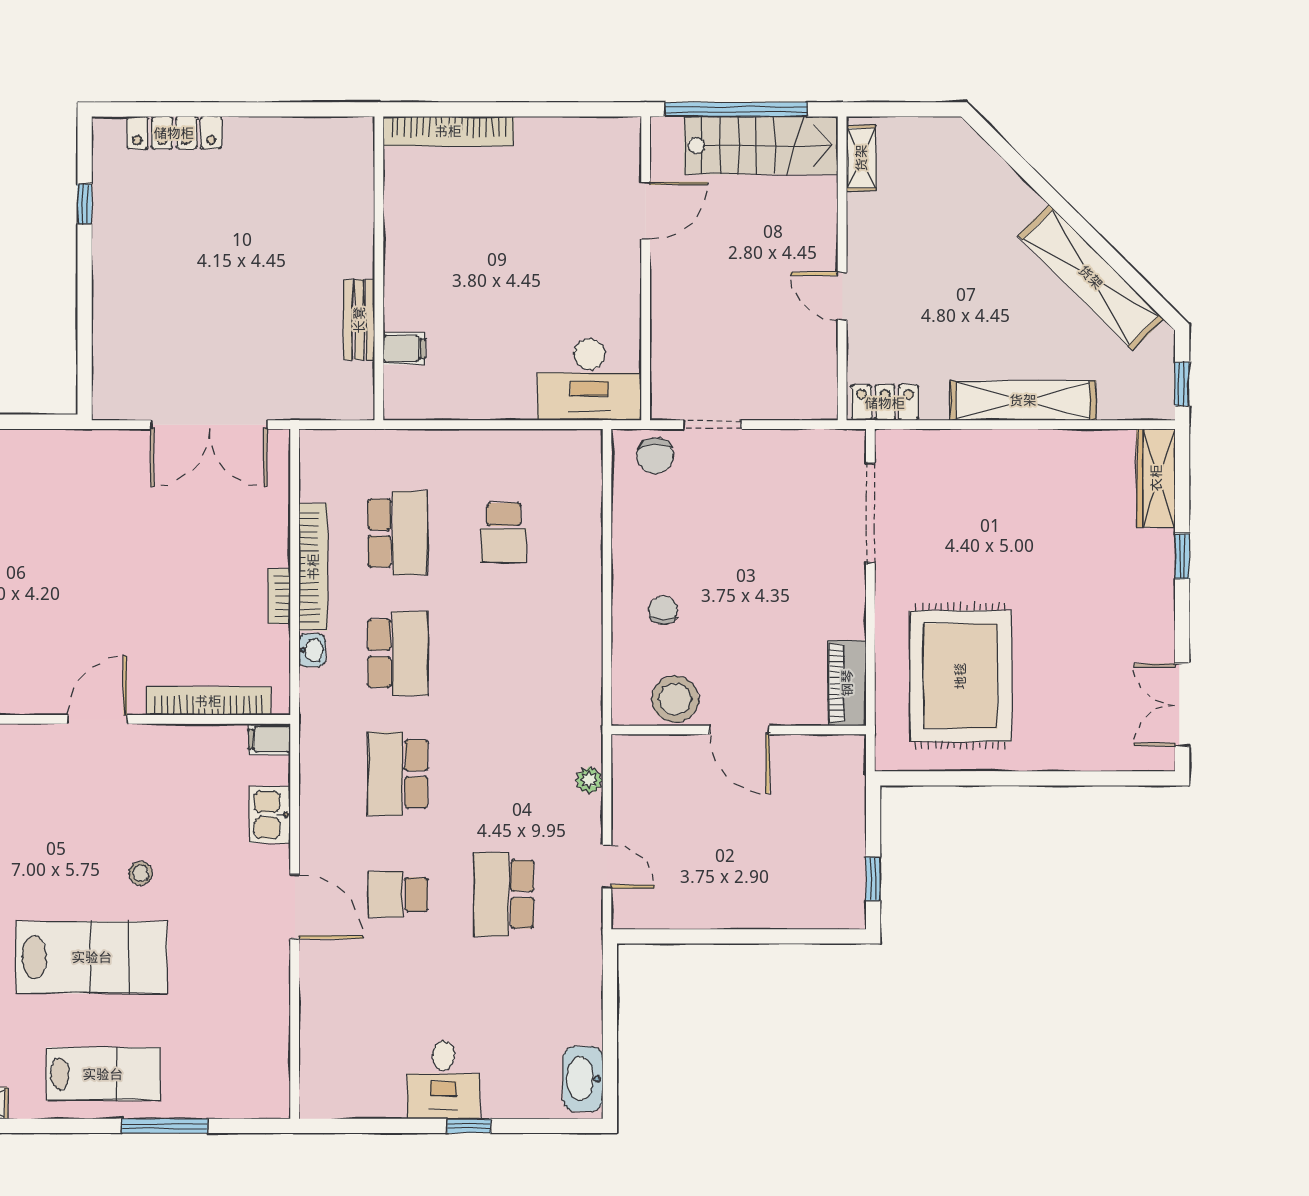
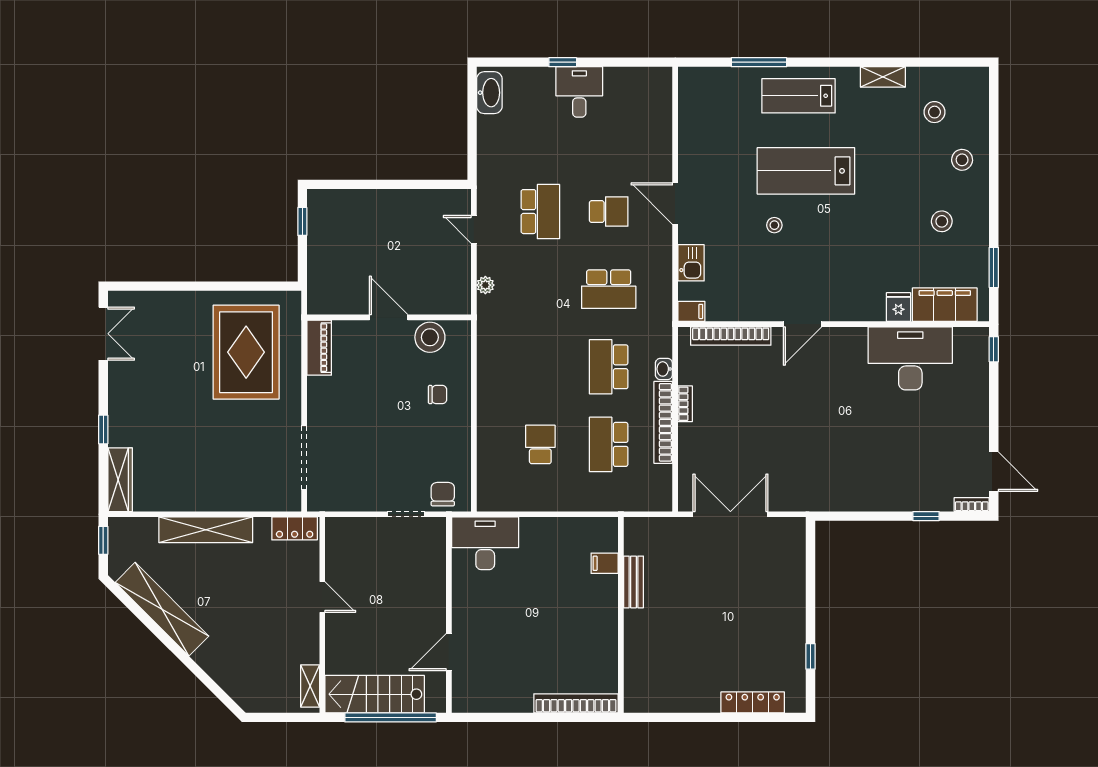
chair: (663, 610) -> (438, 395), turned -90
school desk: (398, 774) -> (609, 289), turned 90

